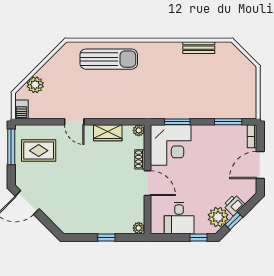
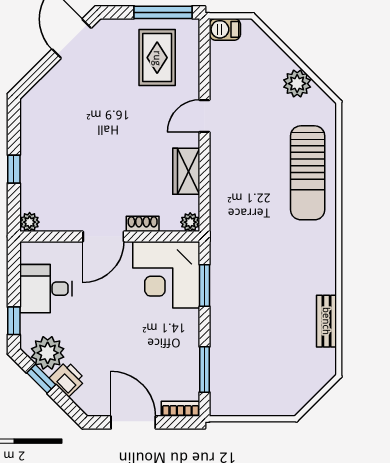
plant: (35, 85) -> (297, 84), moved

